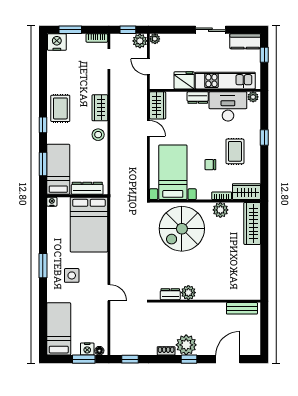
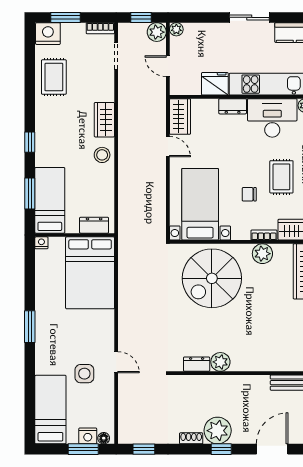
rug: (60, 108) -> (54, 77), moved
dresser: (87, 188) -> (94, 225), width x0.70
side table: (72, 275) -> (84, 374), moved

